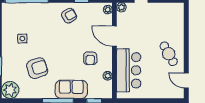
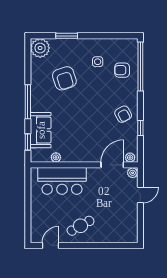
door: (114, 36) -> (112, 165), moved
armchair: (90, 58) -> (122, 70), moved
sofa: (71, 89) -> (41, 130), moved

